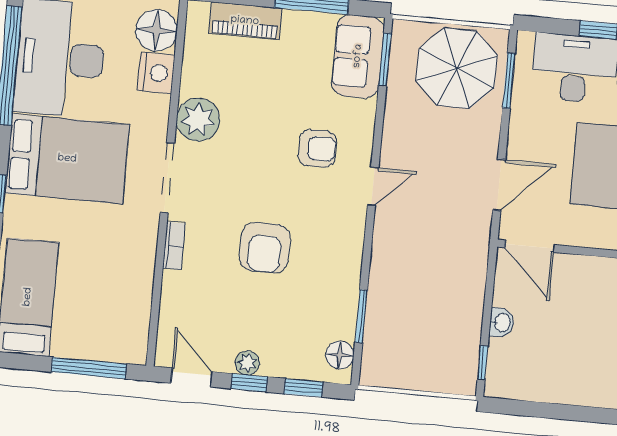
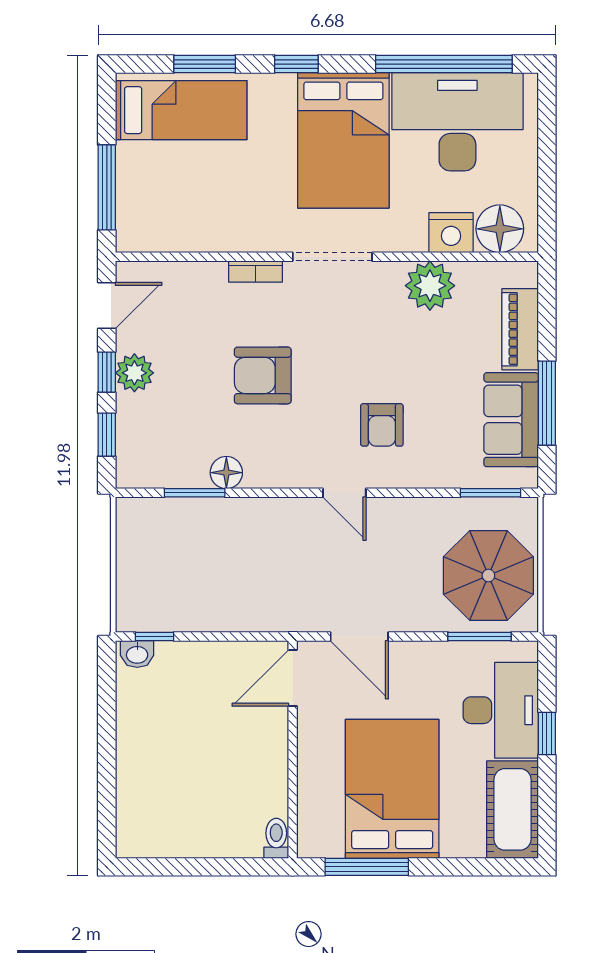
sofa: (358, 56) -> (511, 420), moved, turned -90
plant: (198, 120) -> (430, 286), moved
washbasin: (502, 323) -> (137, 654), moved
floor lamp: (340, 355) -> (226, 473), moved
plant: (247, 363) -> (134, 373), width x1.38, depth x1.38

